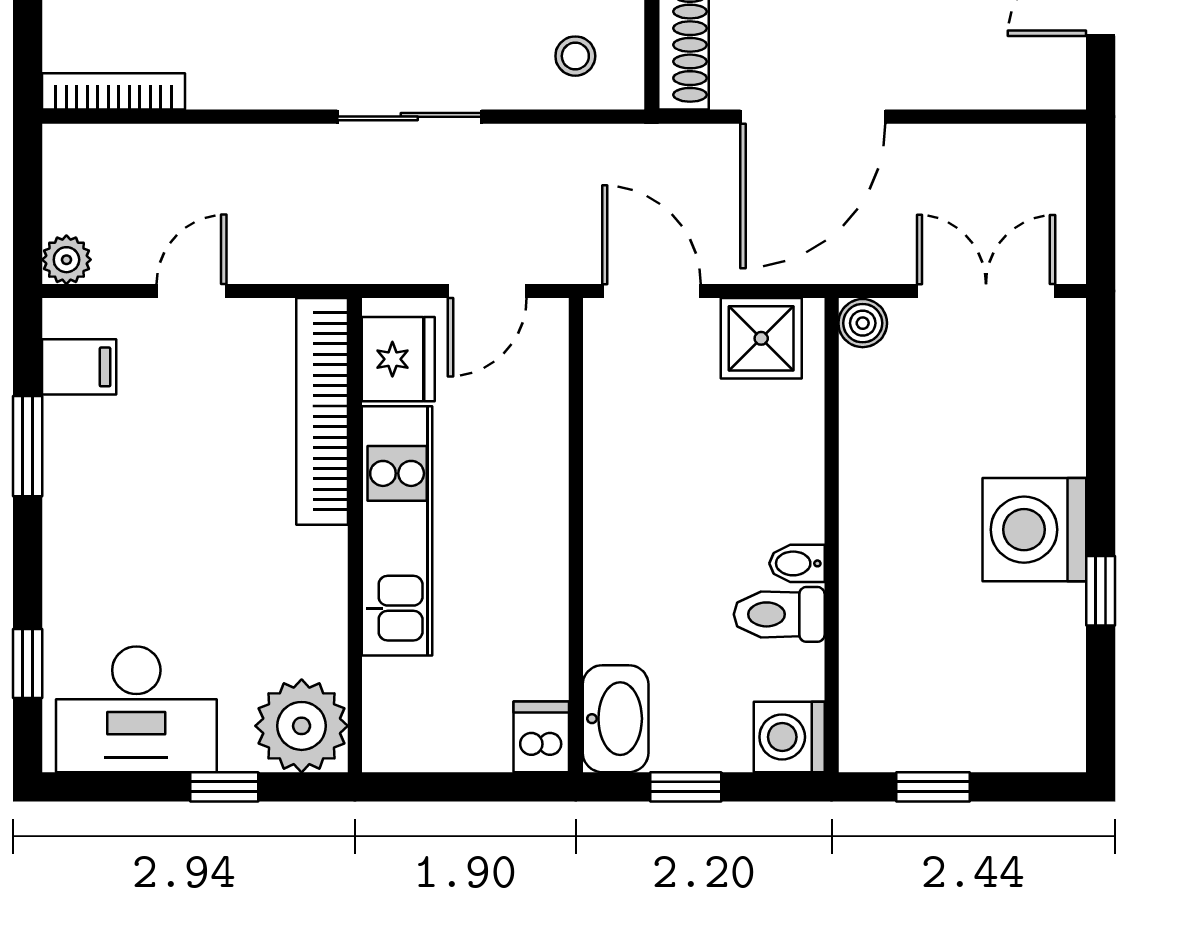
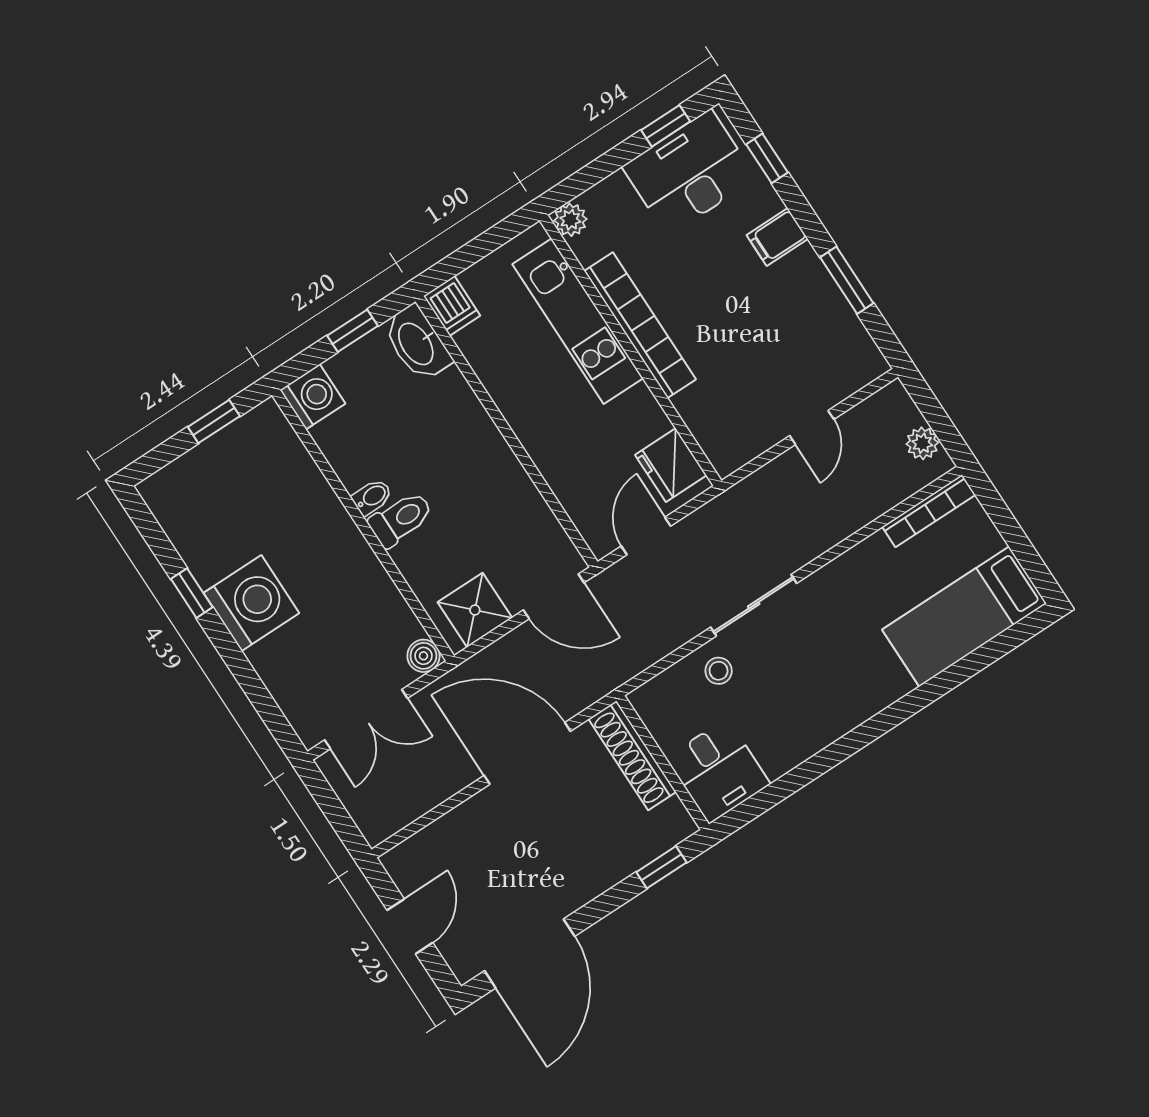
stool: (575, 56) -> (719, 671), moved
door: (813, 117) -> (527, 753), hinge flipped
plant: (66, 260) -> (922, 443), moved
filing cabinet: (79, 367) -> (777, 237), moved
bookcase: (322, 411) -> (640, 325), moved
kitchen unit: (397, 531) -> (578, 321), moved
toilet: (779, 614) -> (401, 519), moved
plant: (302, 726) -> (570, 220), width x0.53, depth x0.53
window: (224, 787) -> (666, 126), moved

